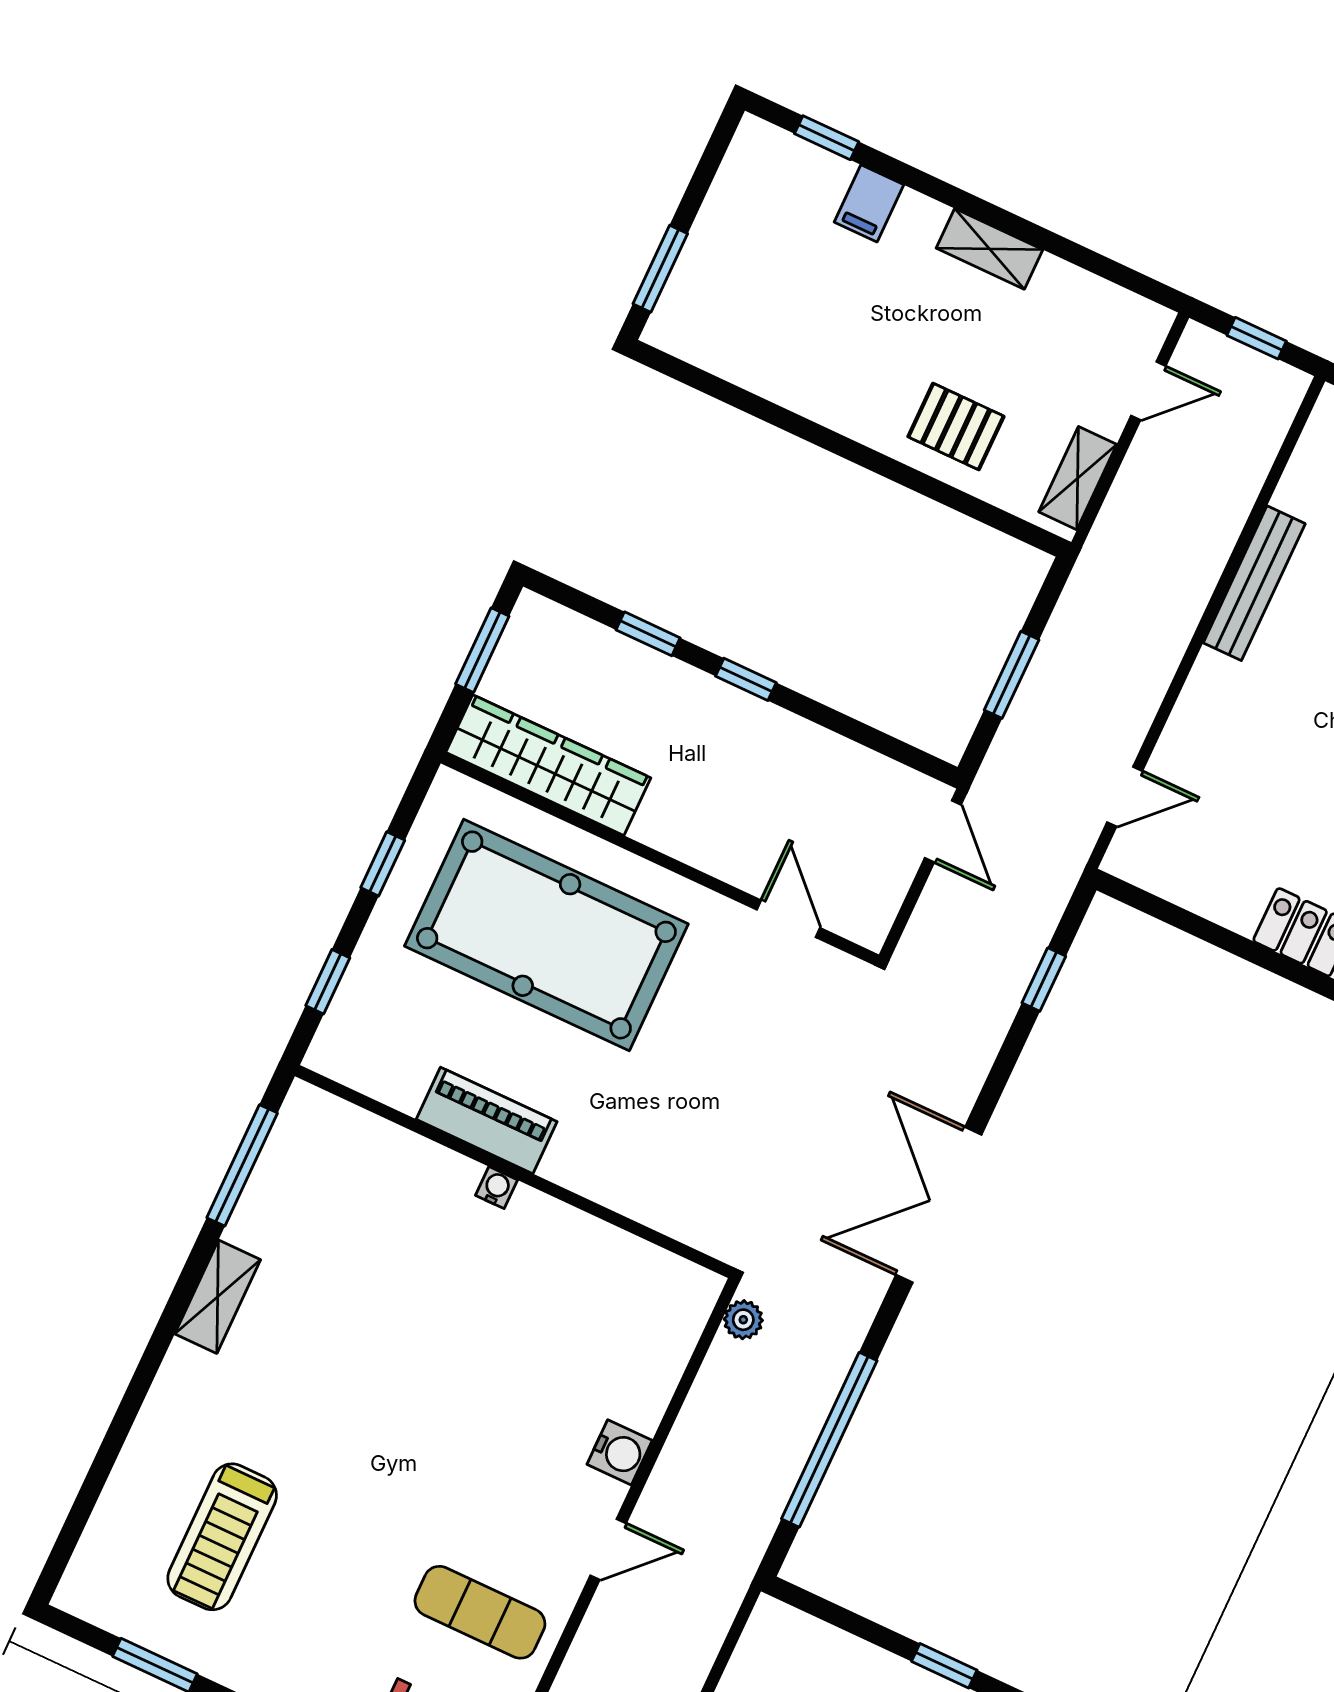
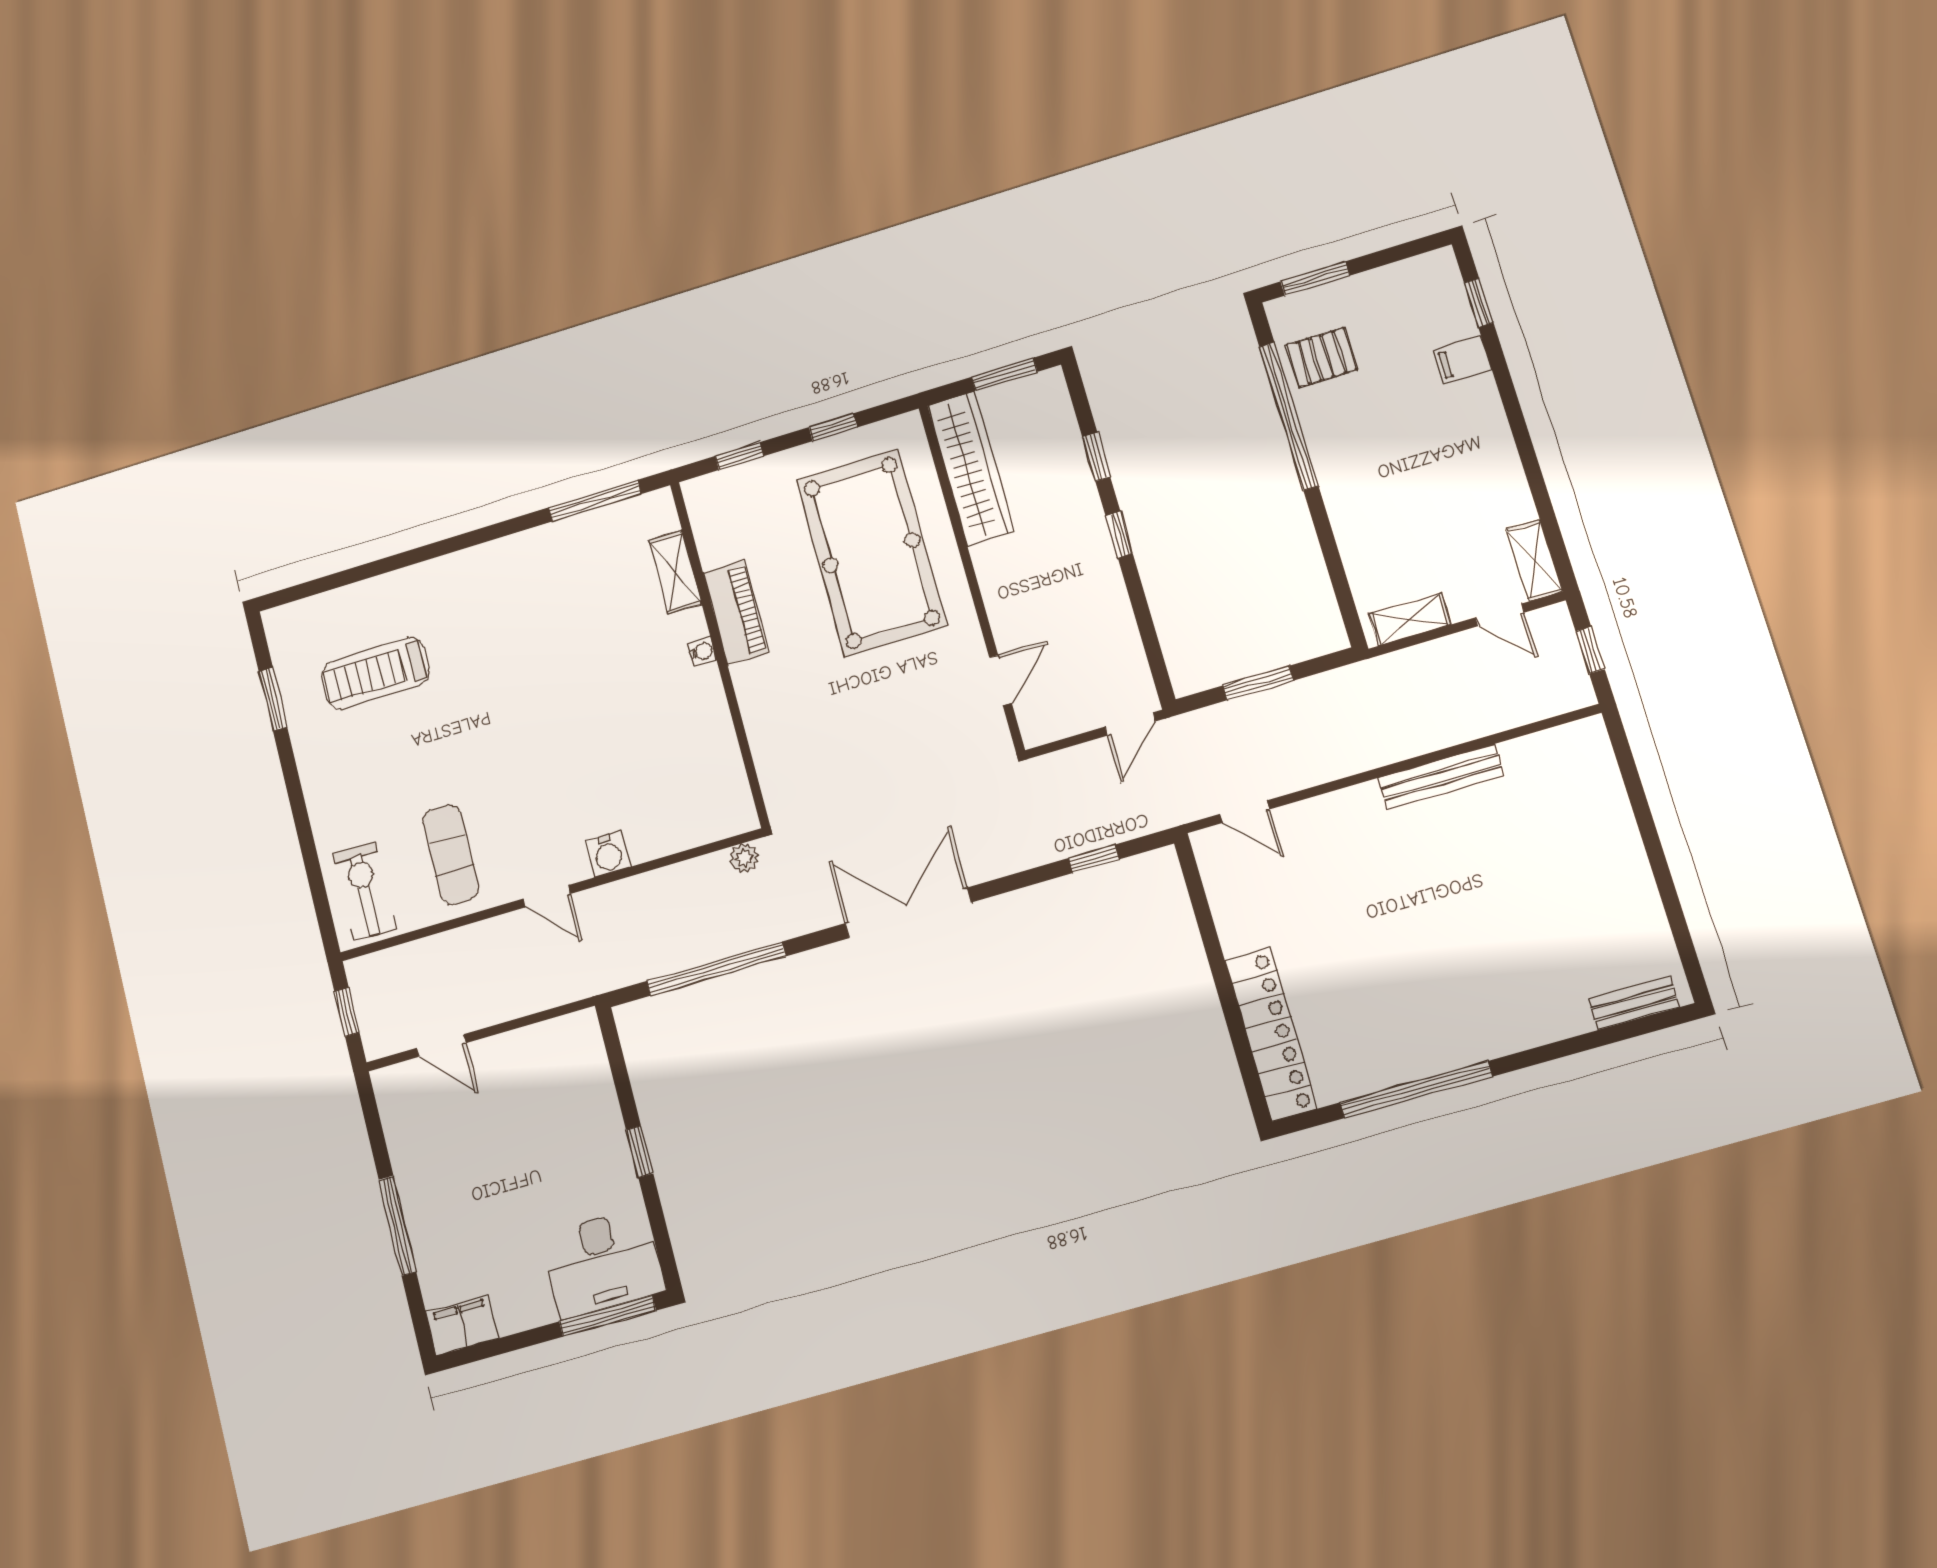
shelving: (989, 249) -> (1534, 560), moved
window: (775, 415) -> (1289, 416), added
pallet: (956, 427) -> (1322, 357), moved, turned 90
shelving: (218, 1297) -> (675, 572), moved, turned 90

